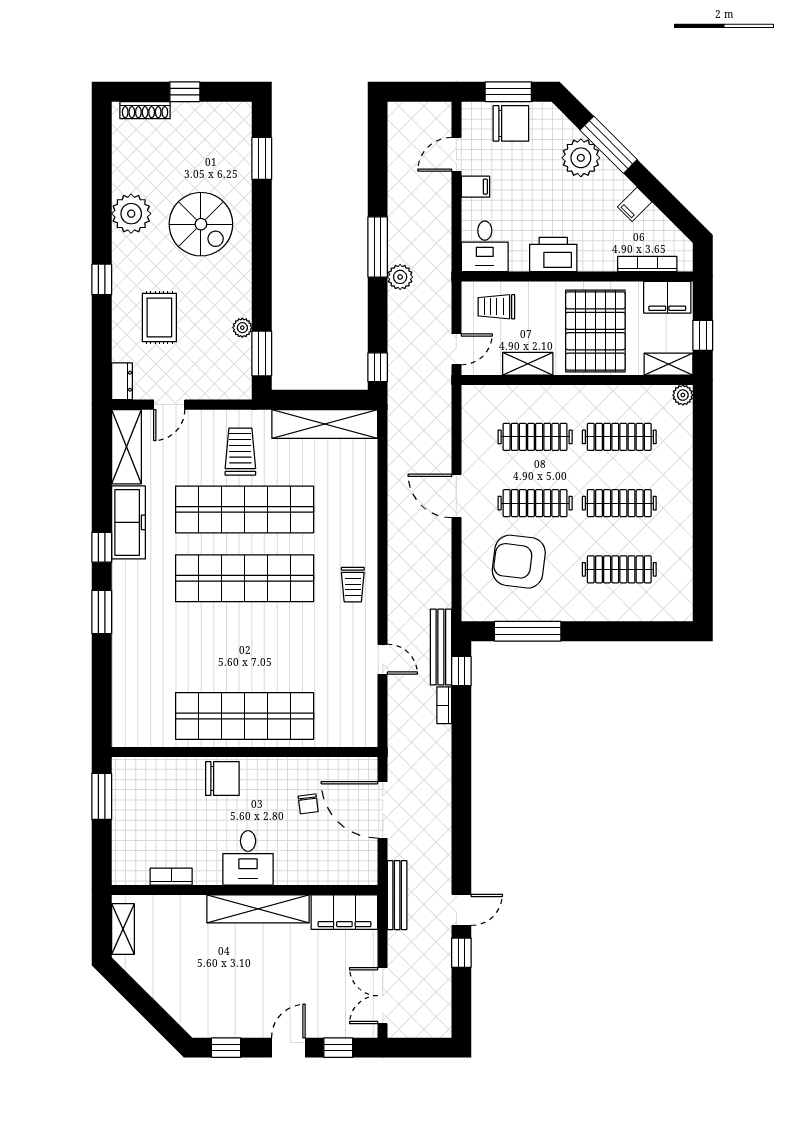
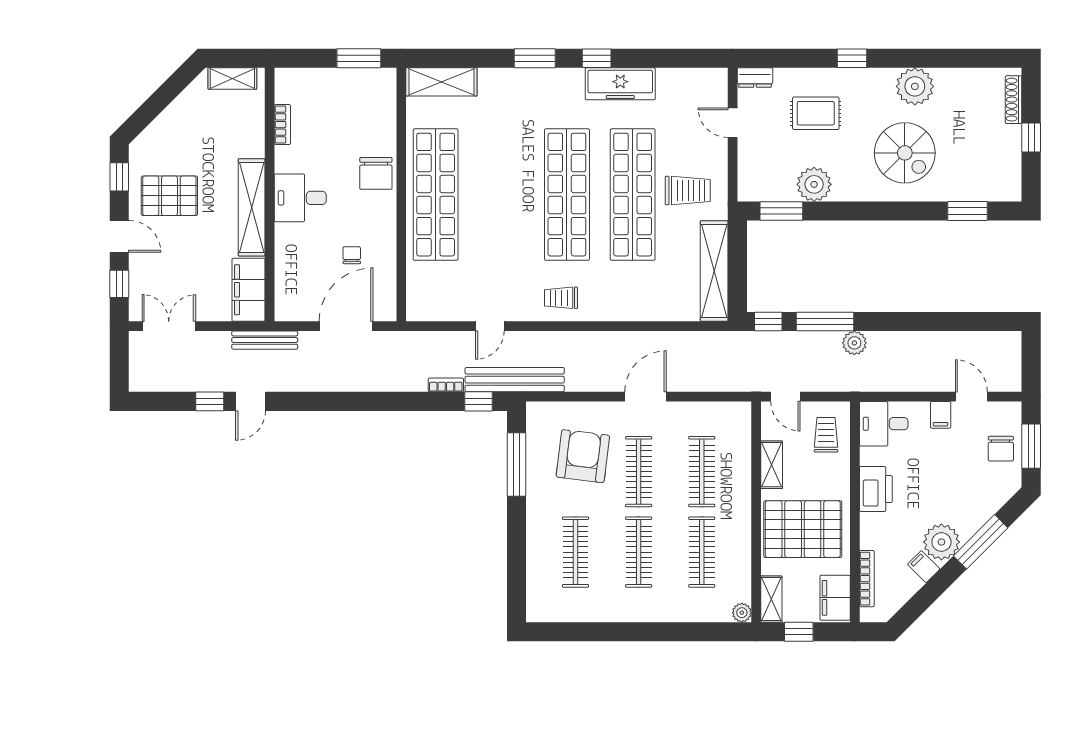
chair: (511, 123) -> (1001, 449), width x0.73, depth x0.73
plant: (581, 158) -> (941, 542), moved
spiral stairs: (201, 224) -> (905, 153), turned -90
window: (378, 247) -> (825, 321), moved
plant: (242, 328) -> (814, 184), width x1.87, depth x1.87
shelving: (126, 447) -> (441, 82), moved
bench: (441, 647) -> (515, 380), width x1.37, depth x1.21
chair: (308, 804) -> (352, 255), turned 97
door: (461, 910) -> (251, 401), hinge flipped
pallet: (246, 995) -> (169, 196), added

